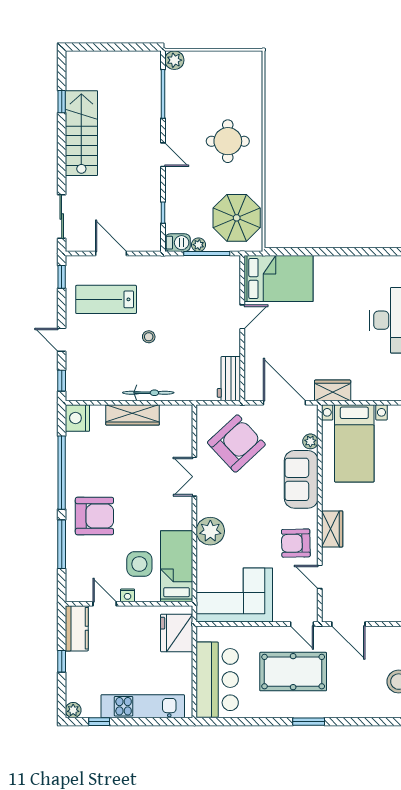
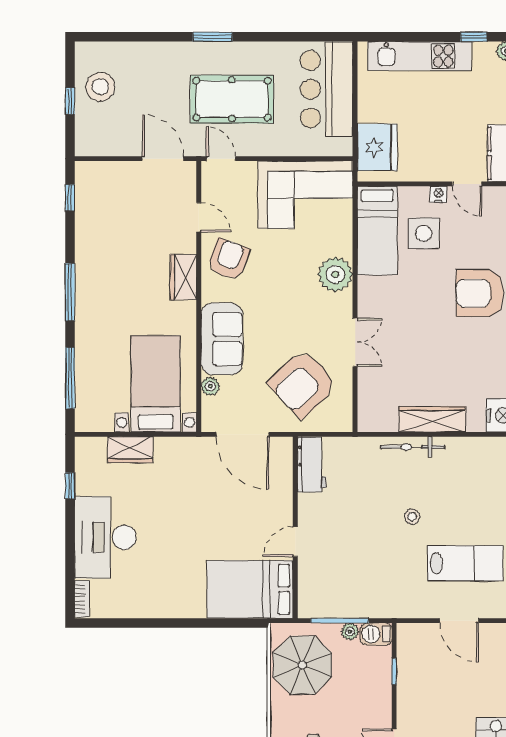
wardrobe: (333, 390) -> (130, 450), moved
armchair: (296, 543) -> (229, 259), turned -69

